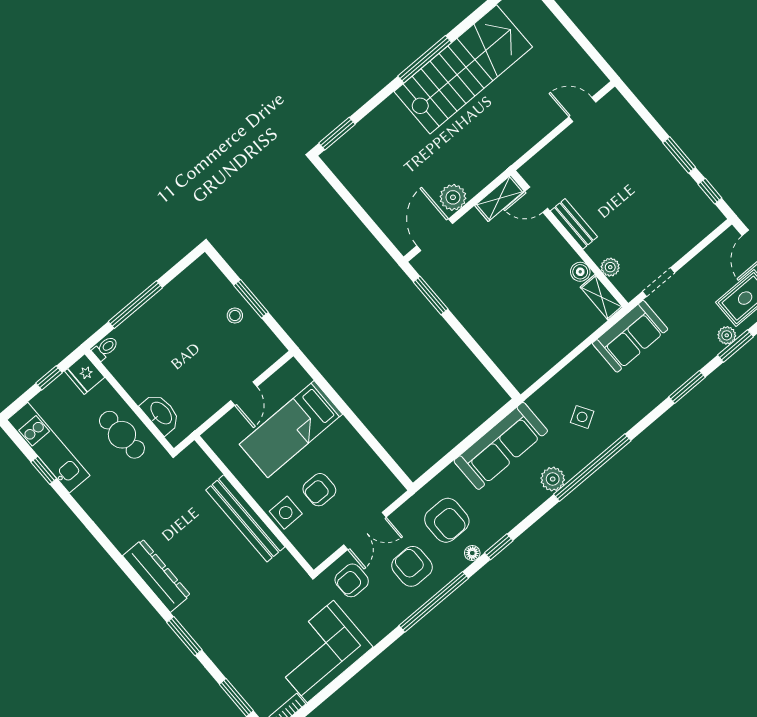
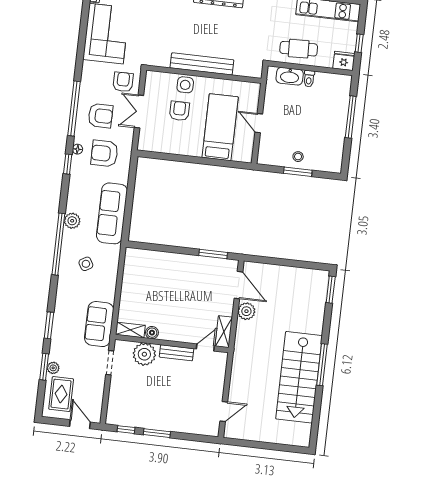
plant: (610, 267) -> (144, 354), width x1.88, depth x1.88
toilet: (105, 348) -> (309, 79), moved

